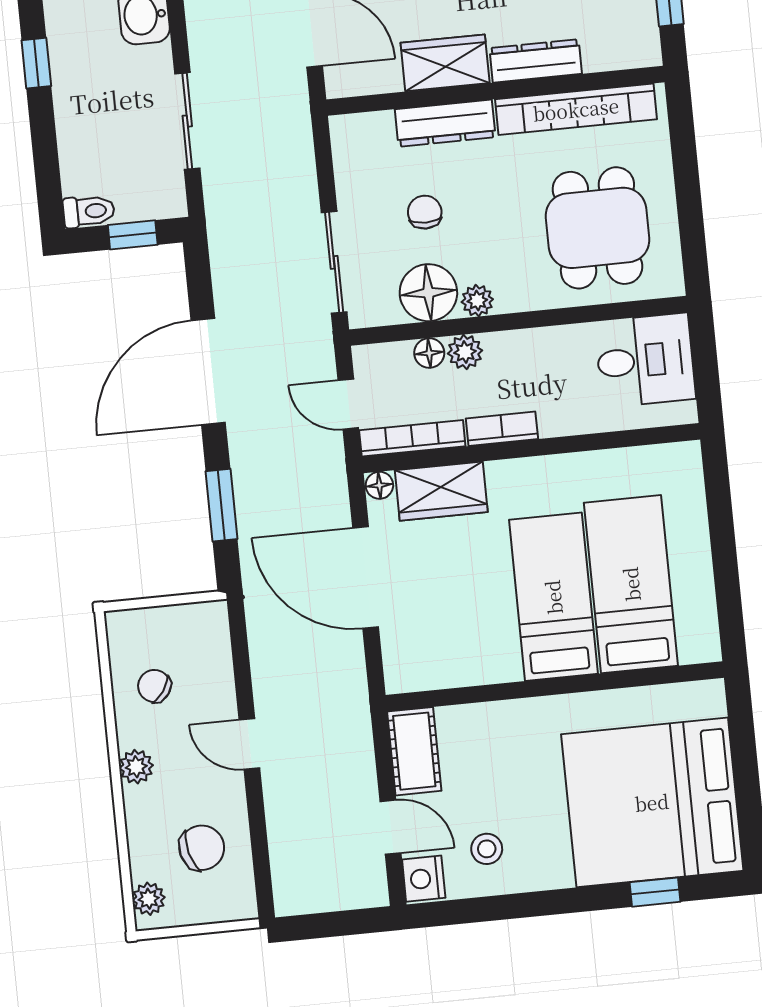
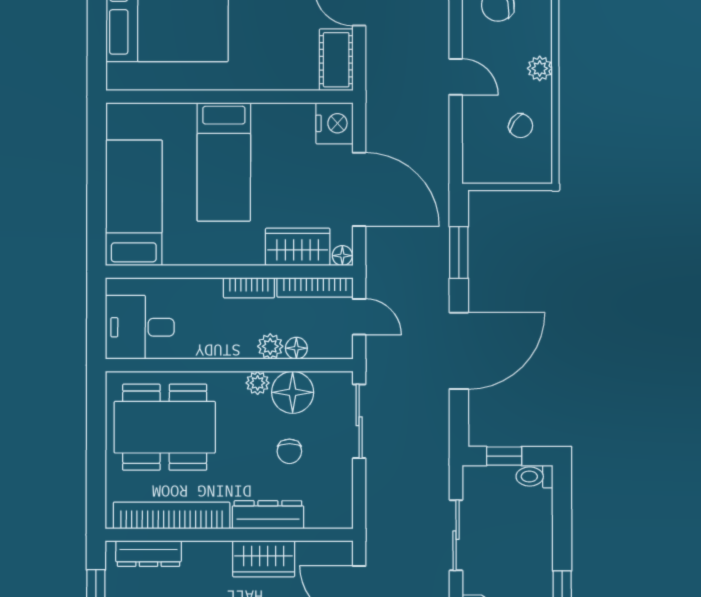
dresser: (536, 61) -> (149, 554), moved
dining table: (597, 228) -> (165, 427), width x1.38
bed: (631, 584) -> (134, 203), moved, turned 180
nightstand: (408, 664) -> (334, 123), added

